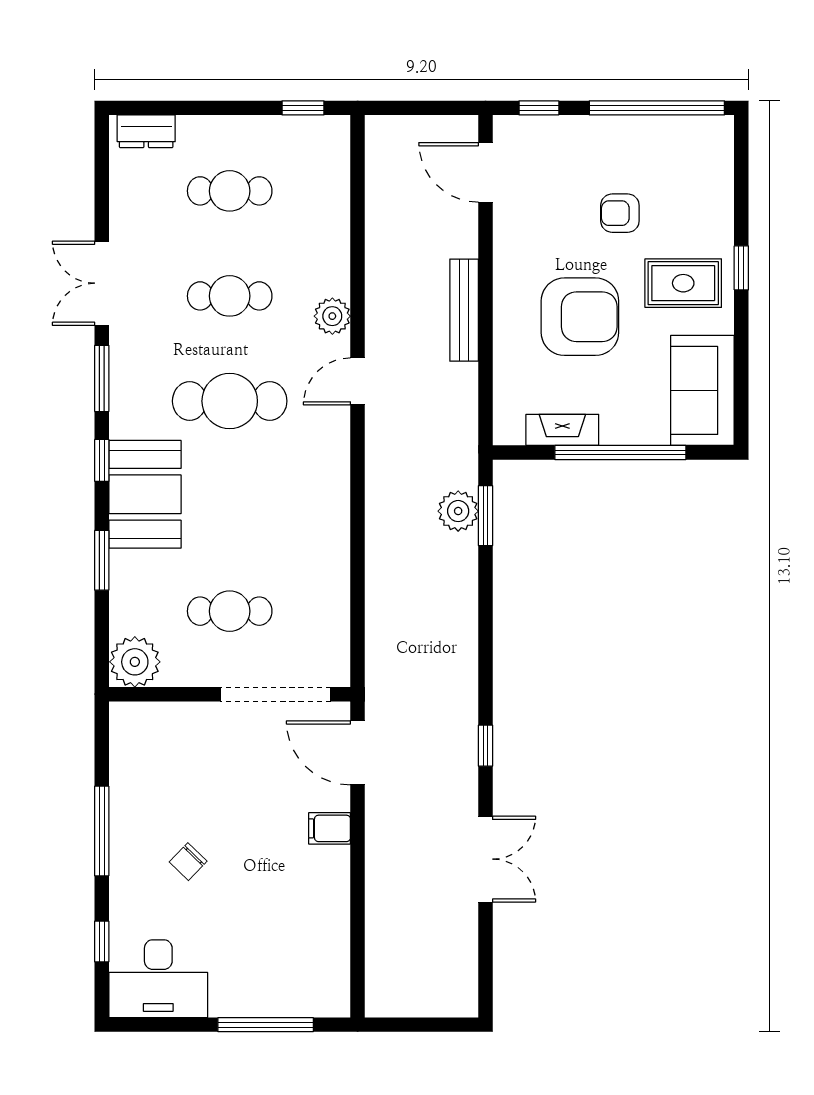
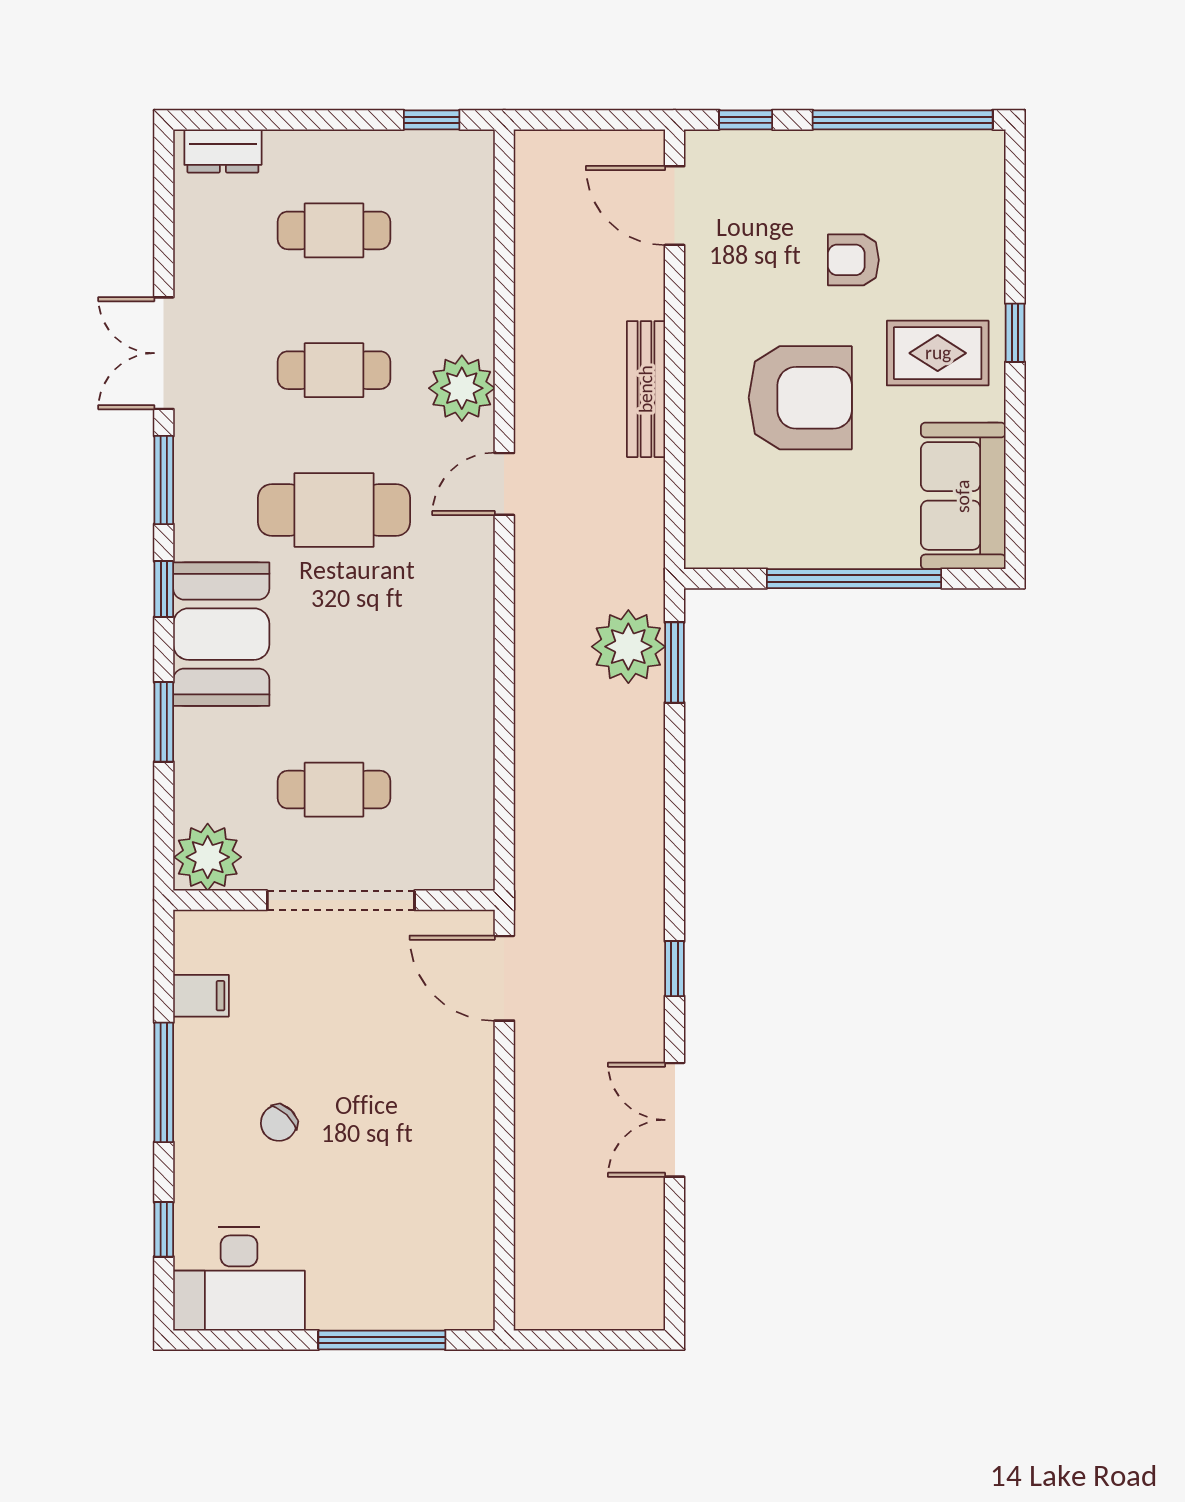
plant: (332, 316) -> (462, 388), width x1.36, depth x1.36
fireplace: (562, 430) -> (777, 548), removed
plant: (458, 511) -> (628, 647), width x1.36, depth x1.36
doorway: (275, 694) -> (341, 900), moved
filing cabinet: (330, 828) -> (201, 996), moved, turned 180
double door: (485, 859) -> (675, 1120), swing flipped

